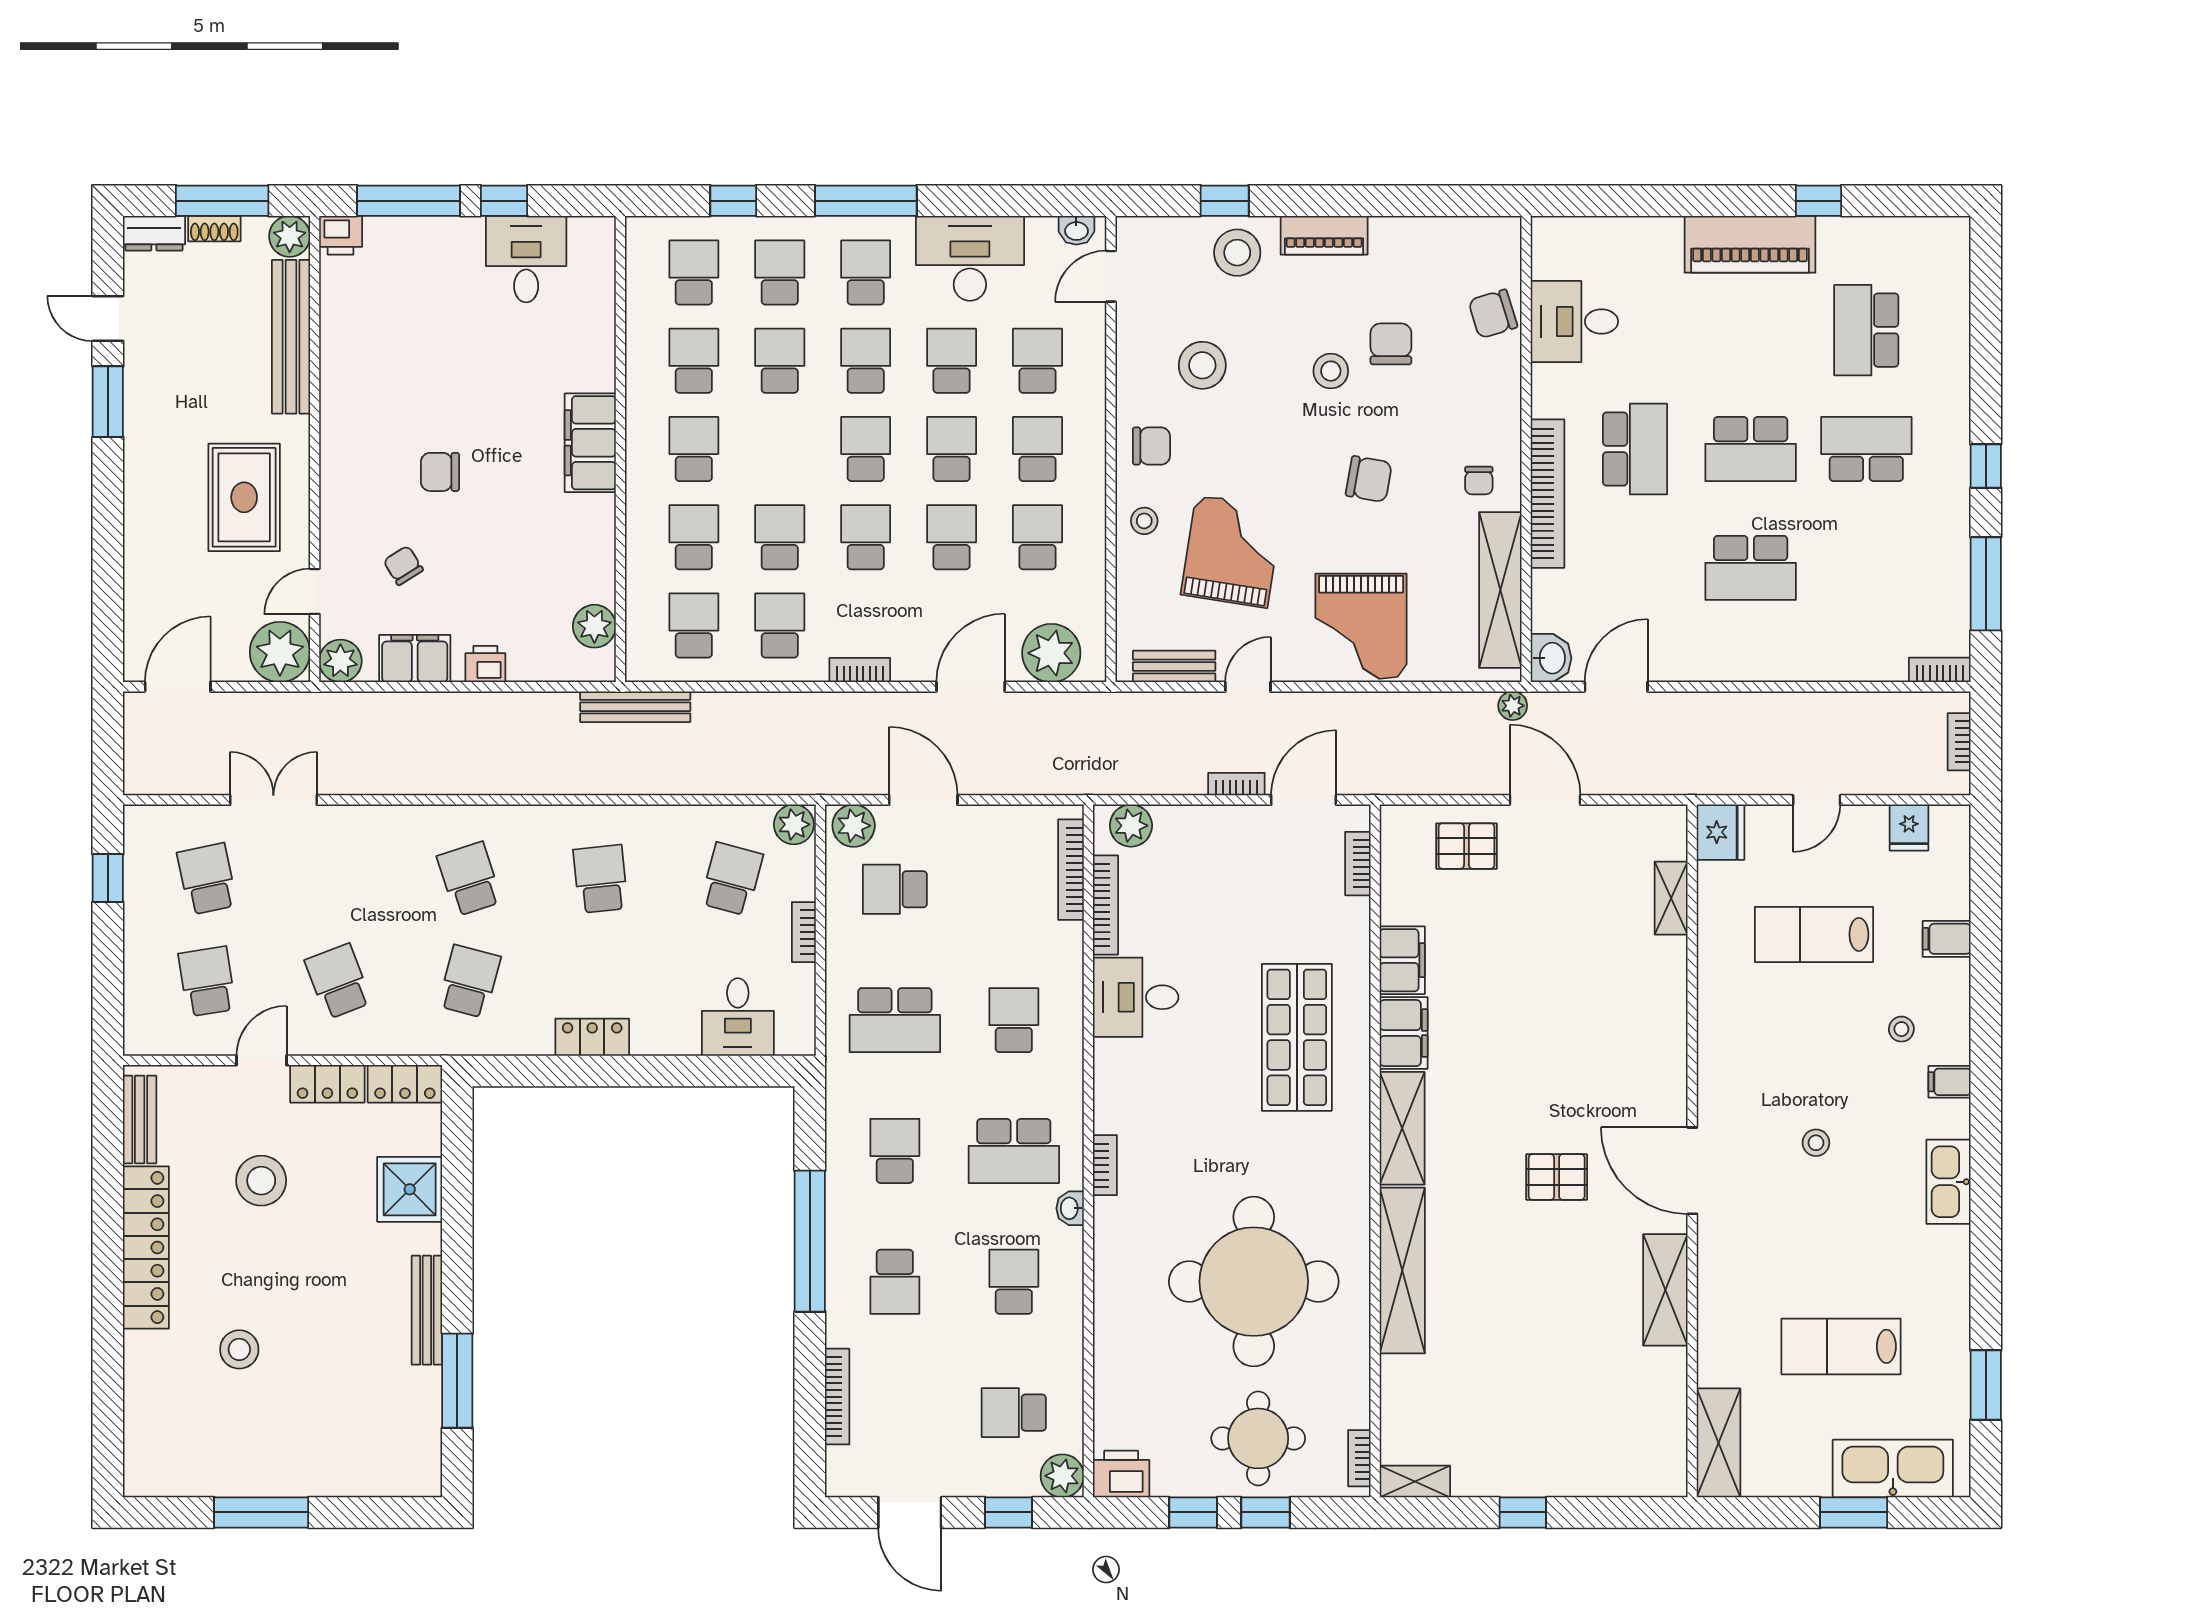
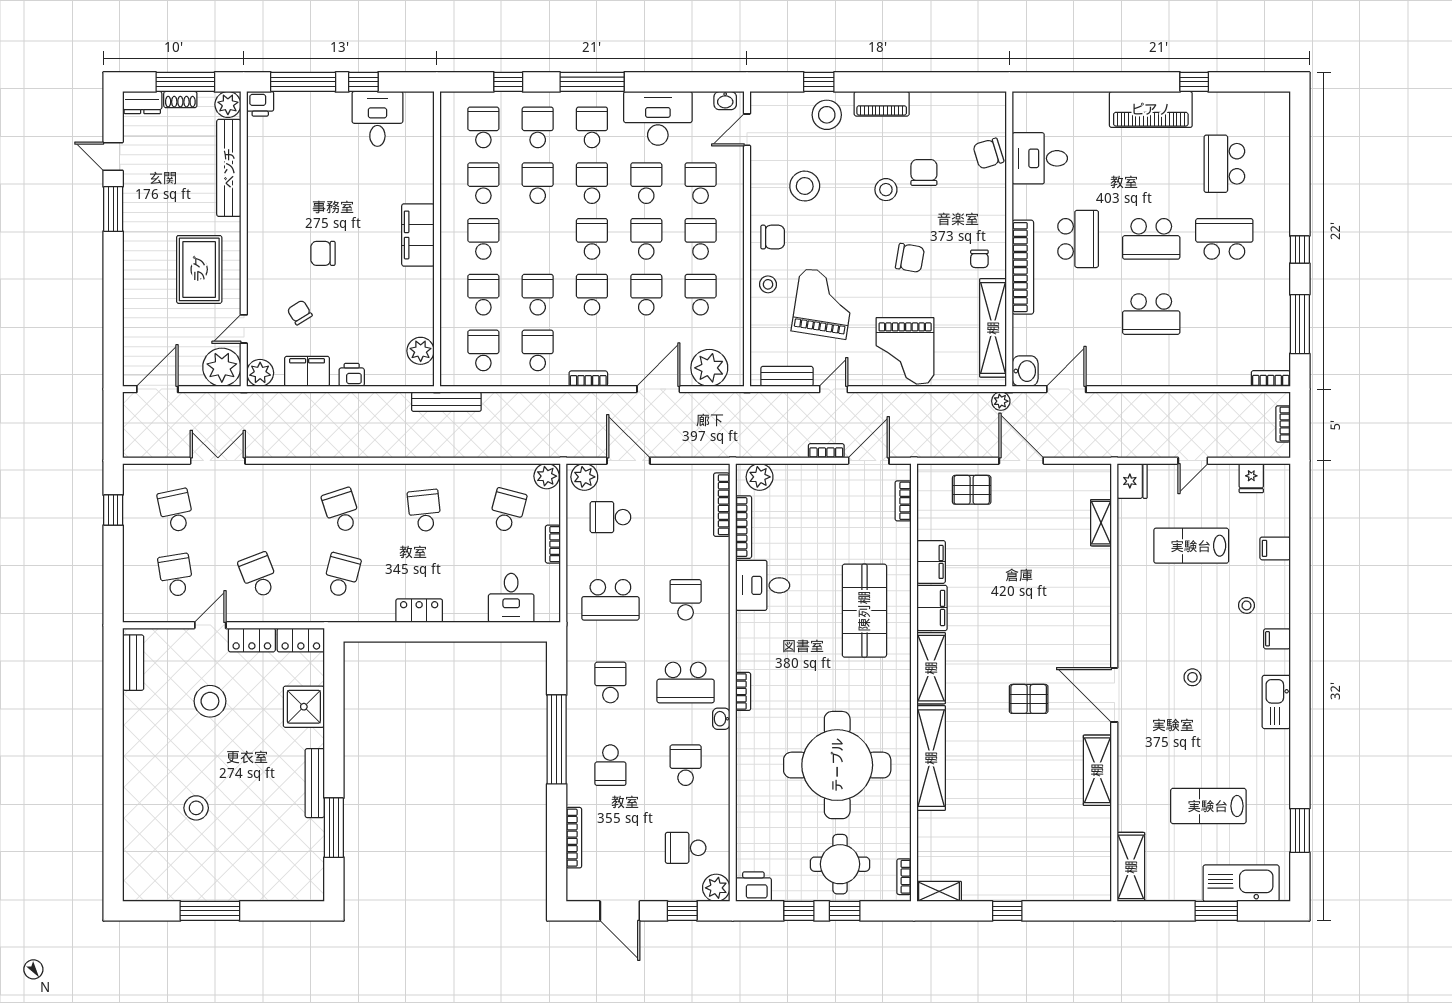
locker: (146, 1247) -> (137, 743), removed

